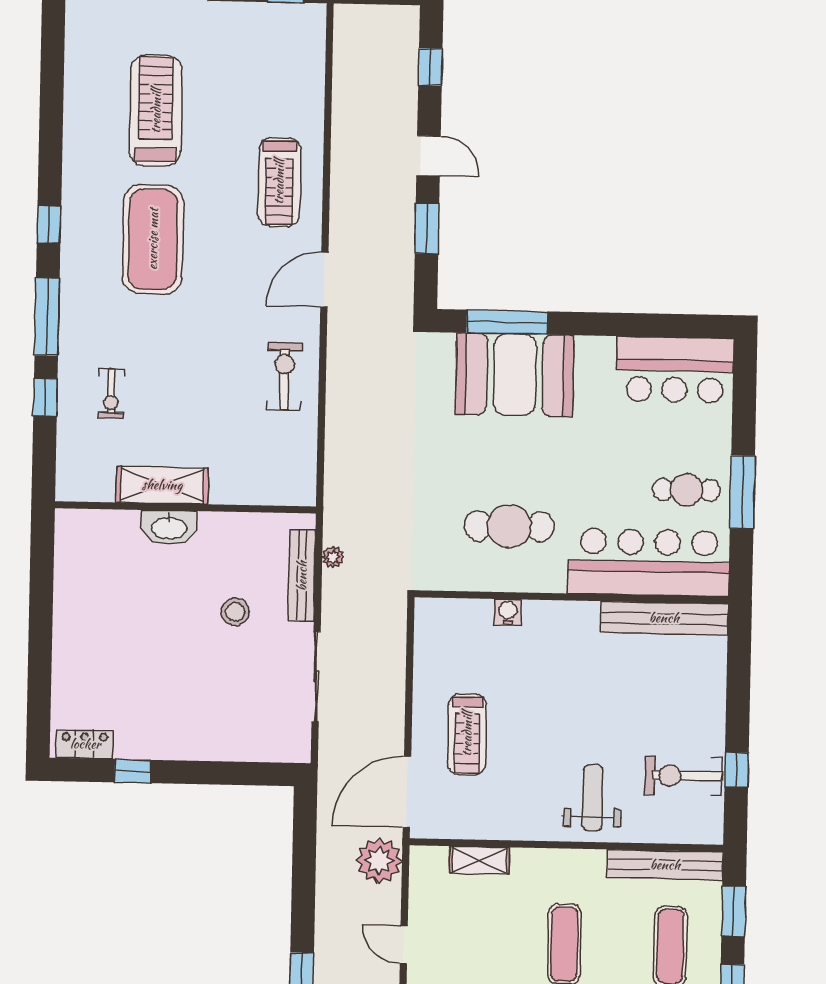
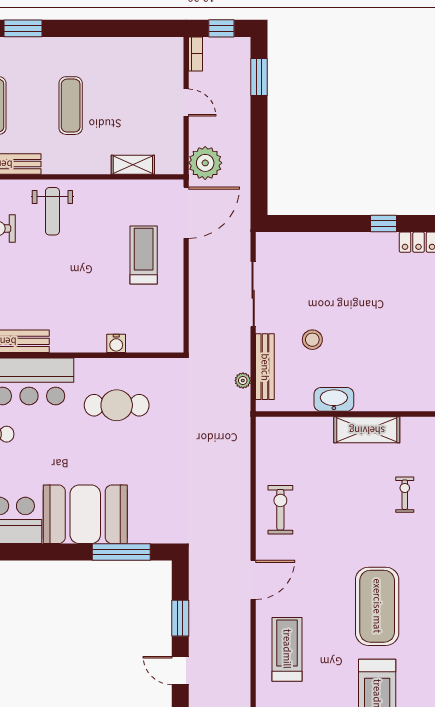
booth: (515, 375) -> (85, 514), moved
exercise bike: (285, 376) -> (280, 510), turned 180
washbasin: (169, 527) -> (334, 399), moved

